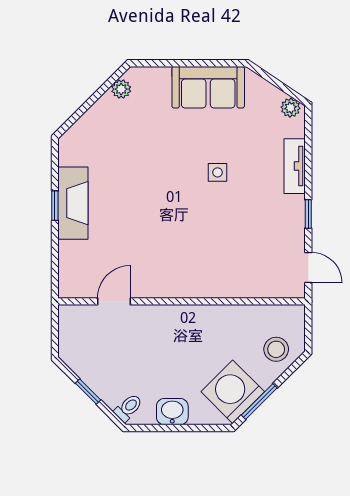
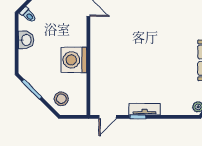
tv unit: (295, 166) -> (145, 109), moved
side table: (218, 172) -> (161, 66), removed
washing machine: (233, 392) -> (74, 60), moved, turned -135

